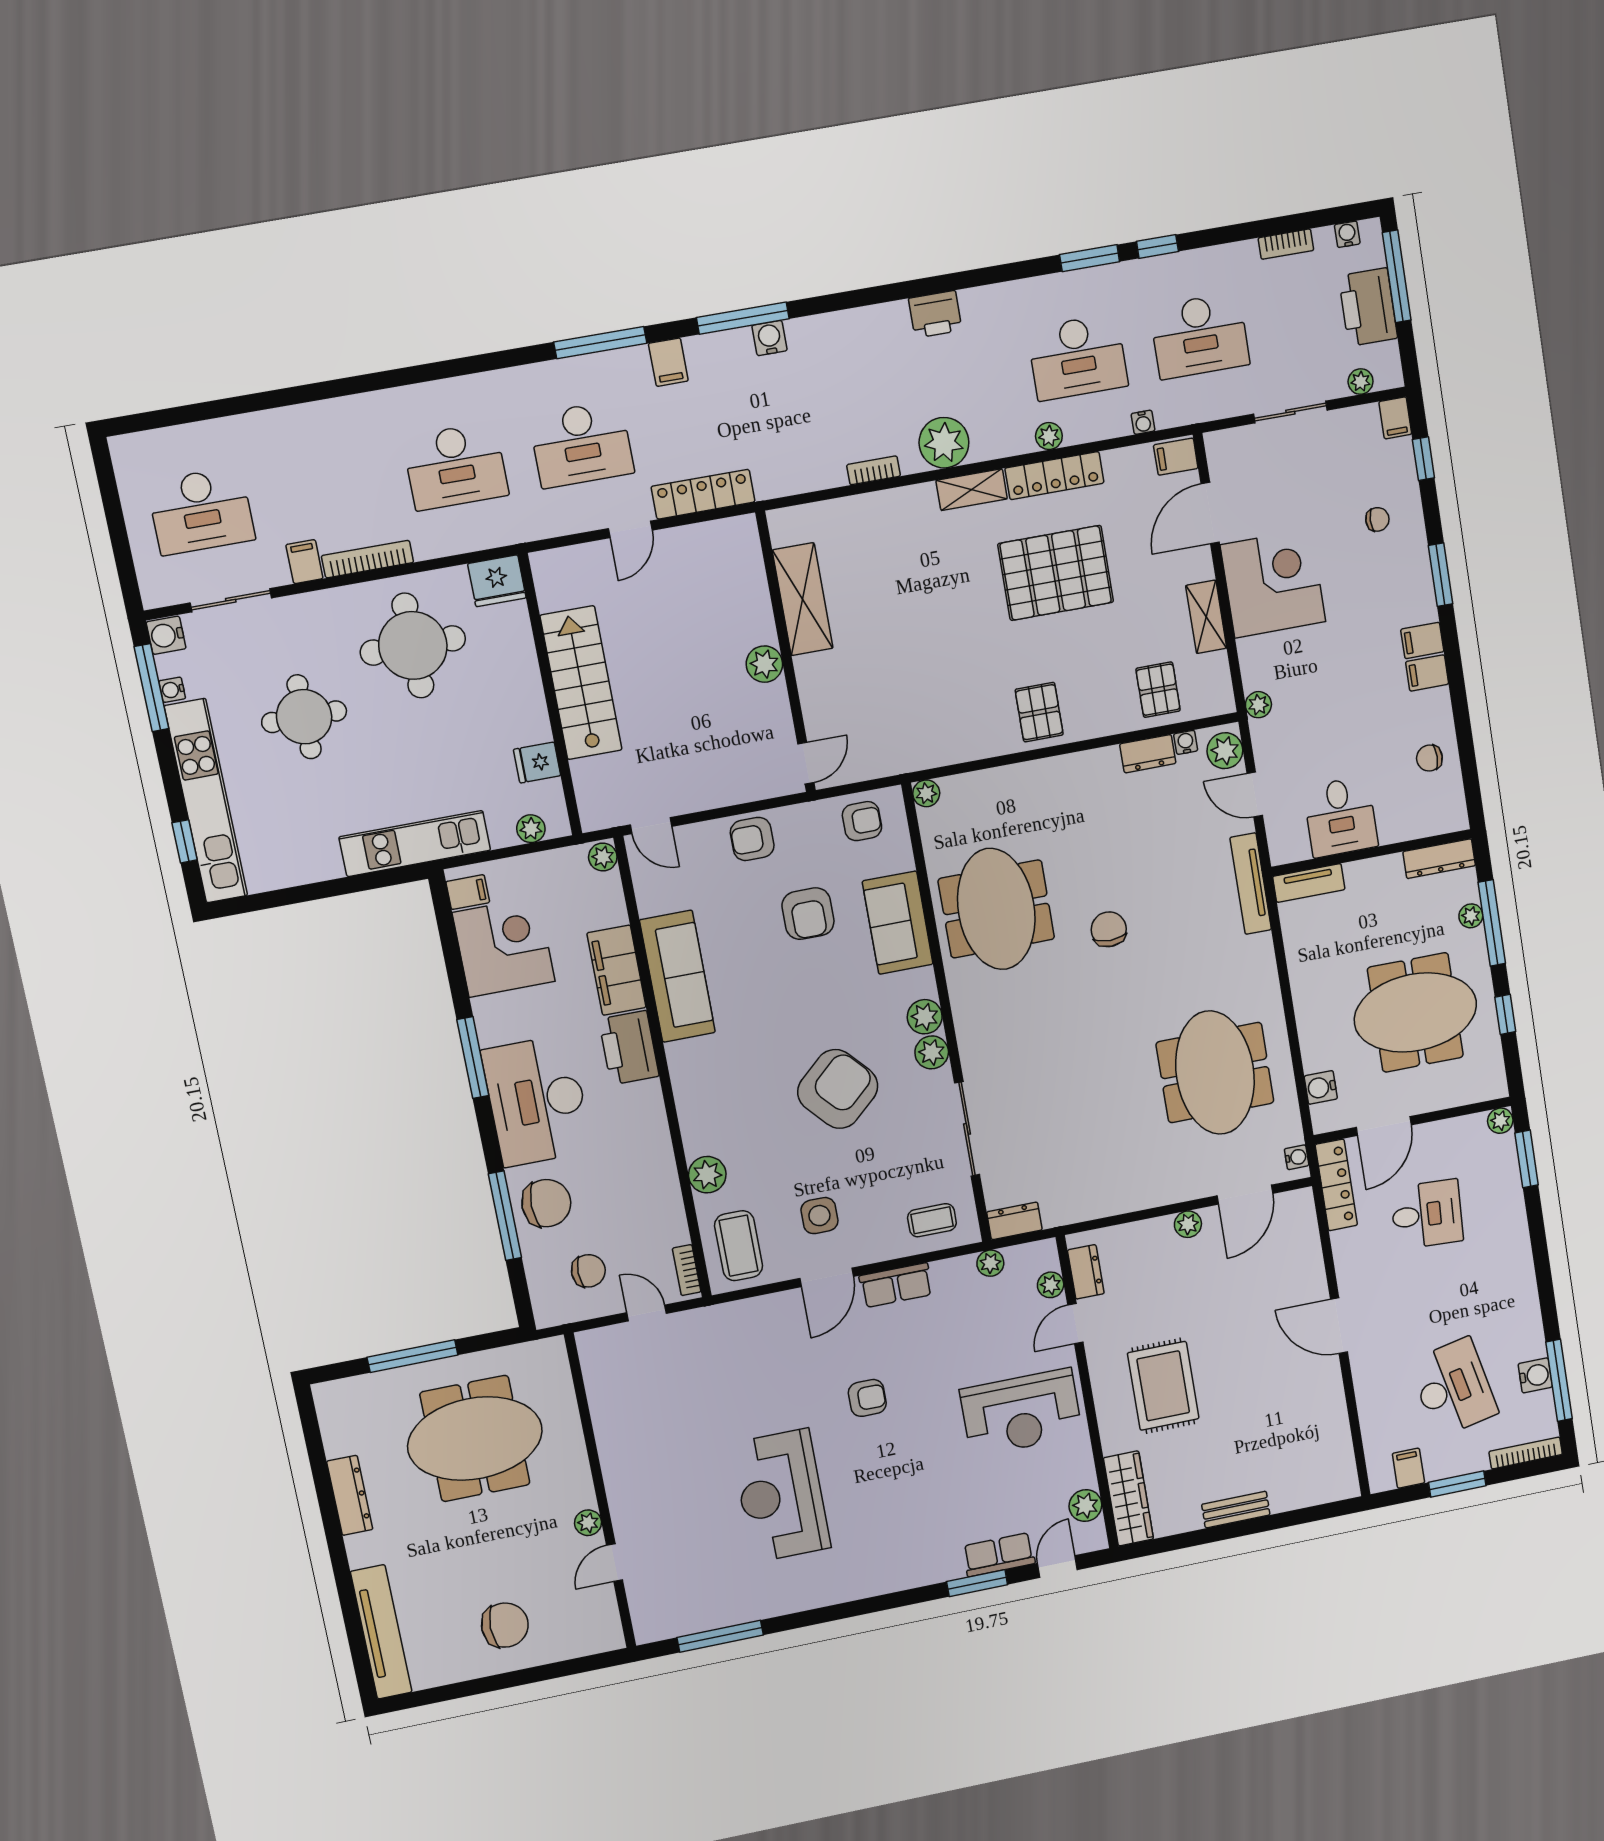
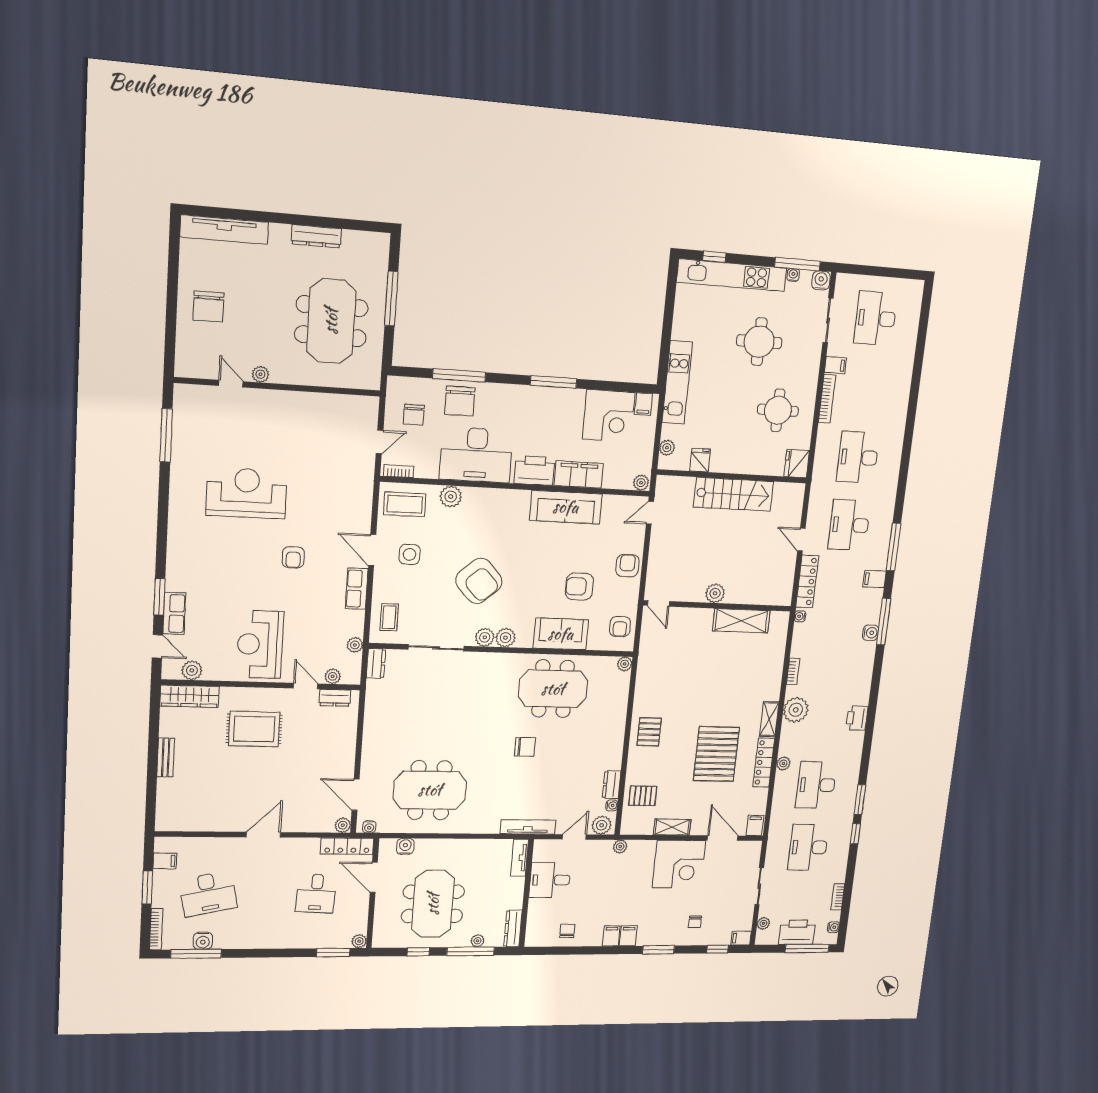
water cooler: (1143, 422) -> (800, 616), moved
round table: (413, 645) -> (778, 410), width x0.73, depth x0.73
pallet: (1039, 712) -> (649, 732), turned 90
desk: (537, 1101) -> (476, 455), moved, turned 180
plant: (1188, 1224) -> (343, 825), moved

